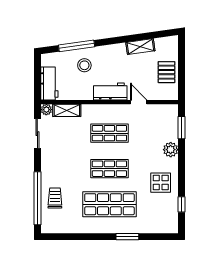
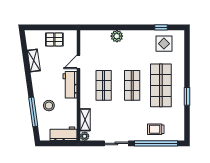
window: (181, 128) -> (99, 27), removed
sliding door: (37, 134) -> (116, 143), moved
display table: (161, 183) -> (164, 44), moved
window: (127, 237) -> (187, 96), moved

